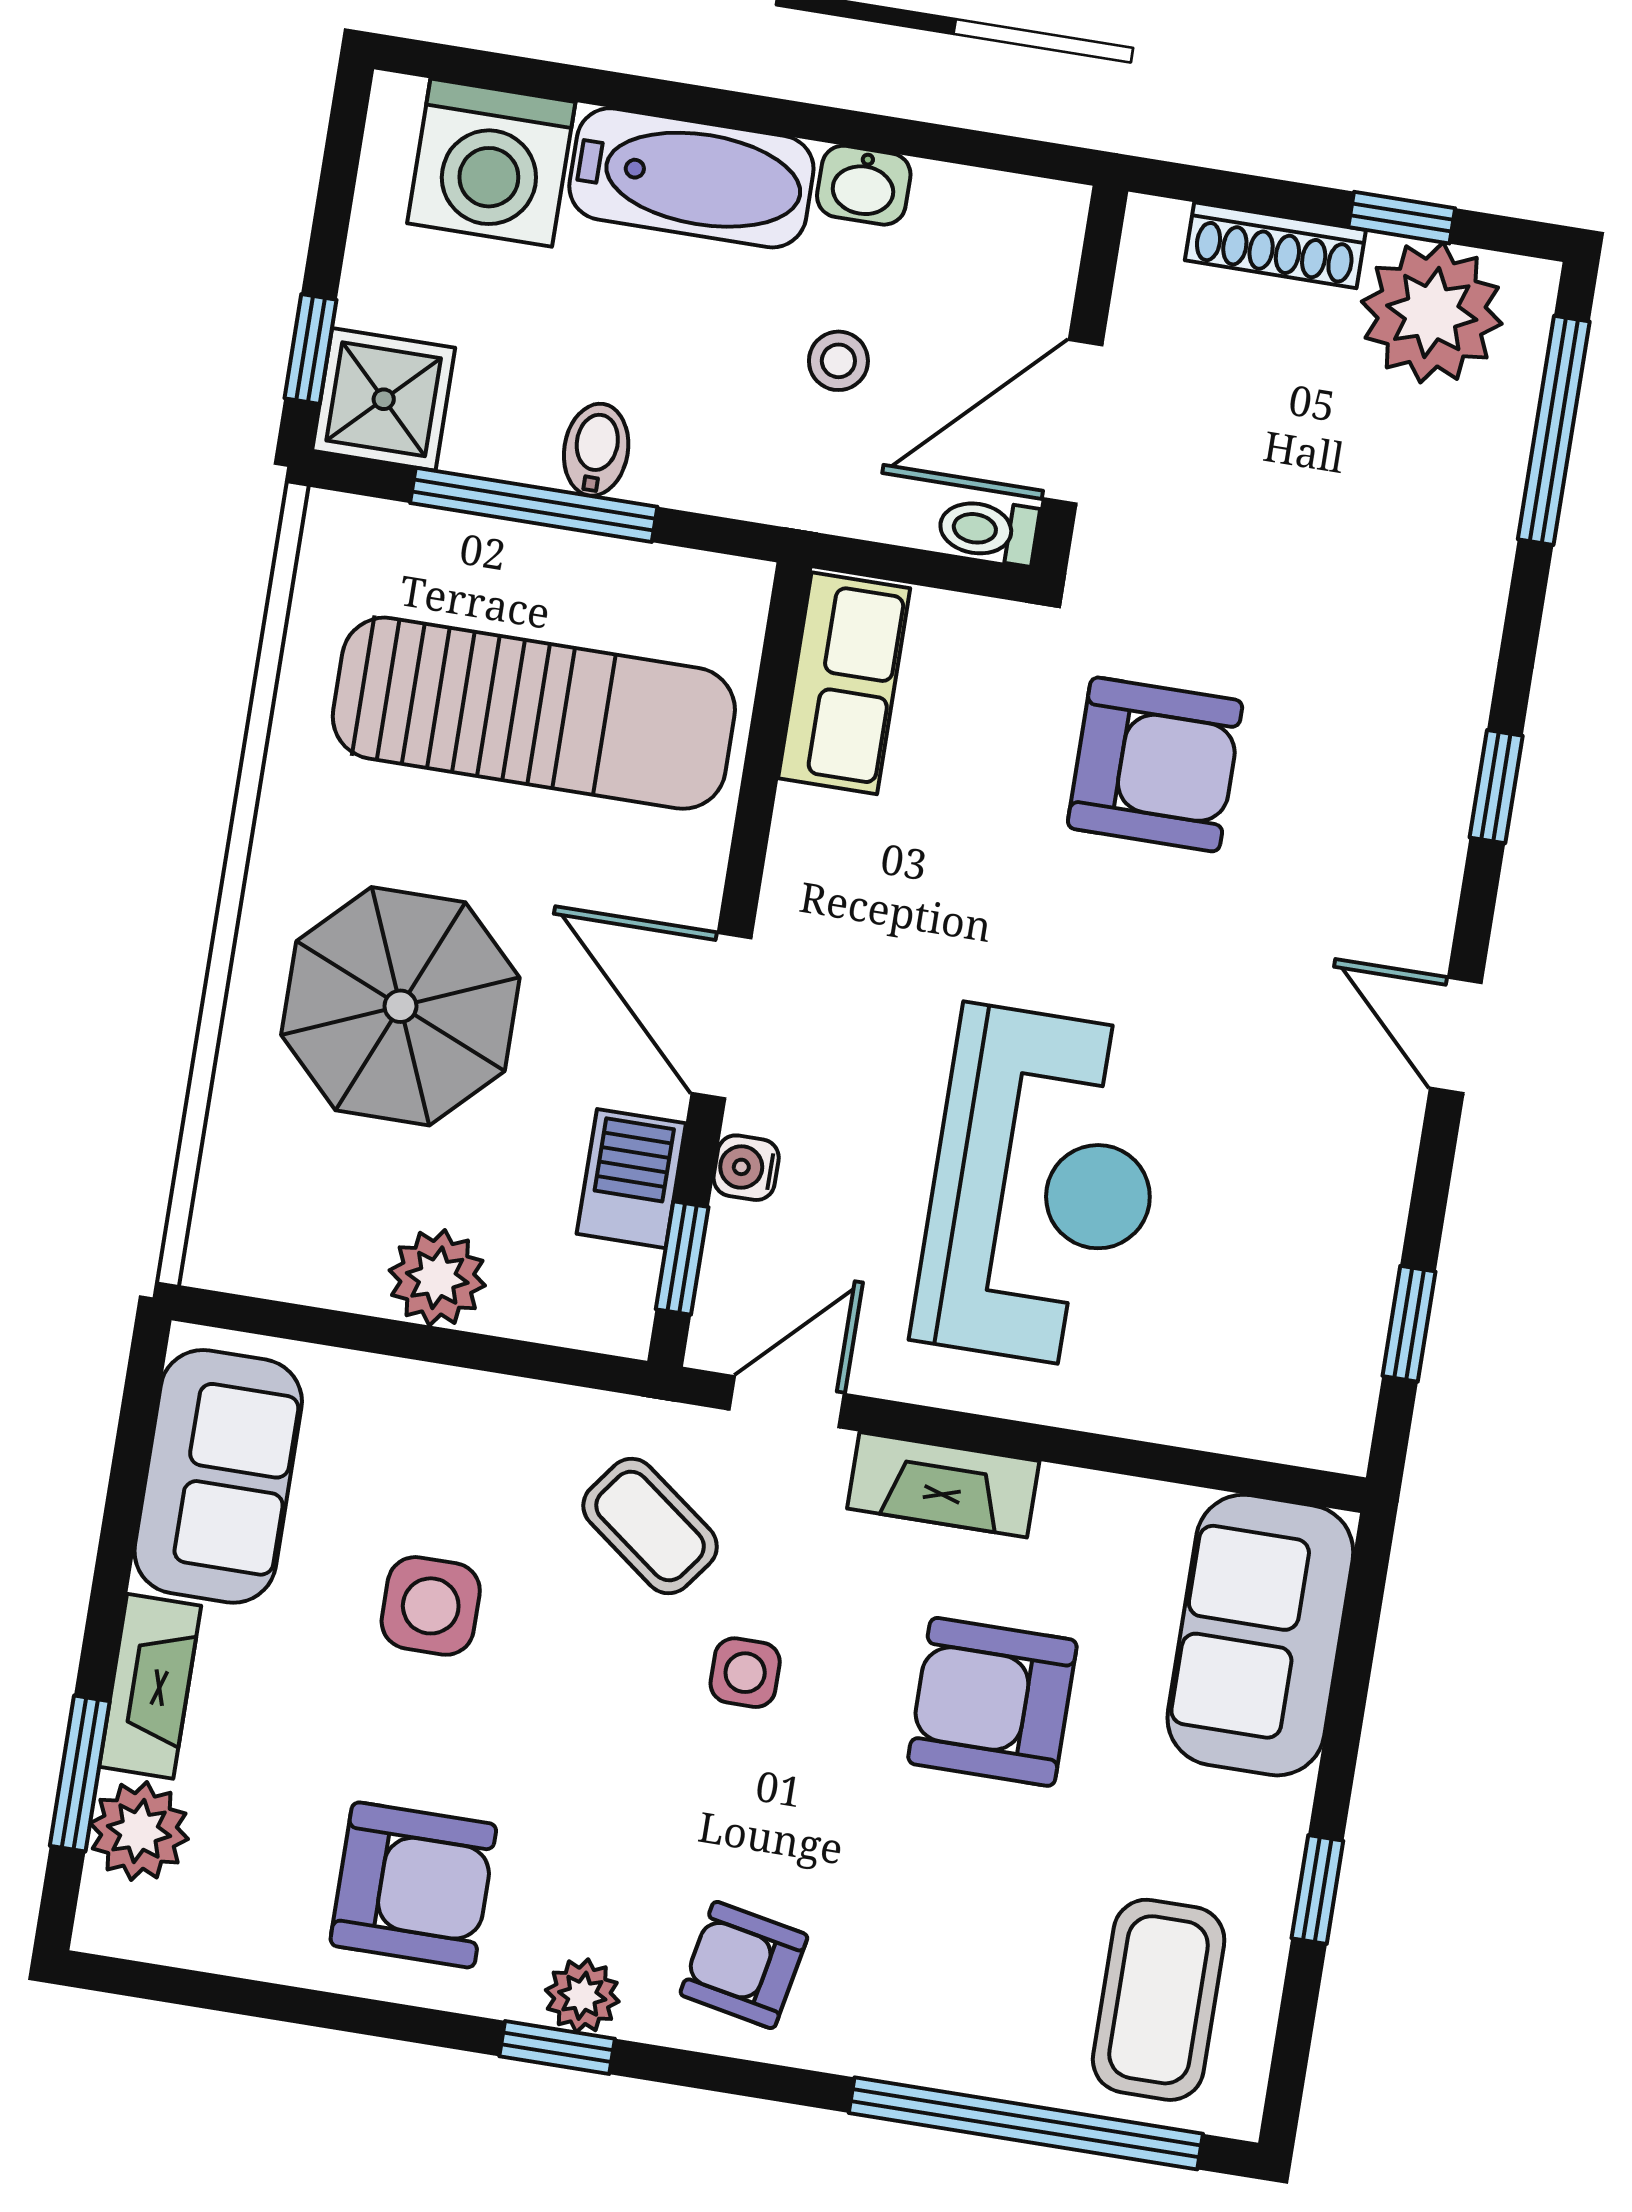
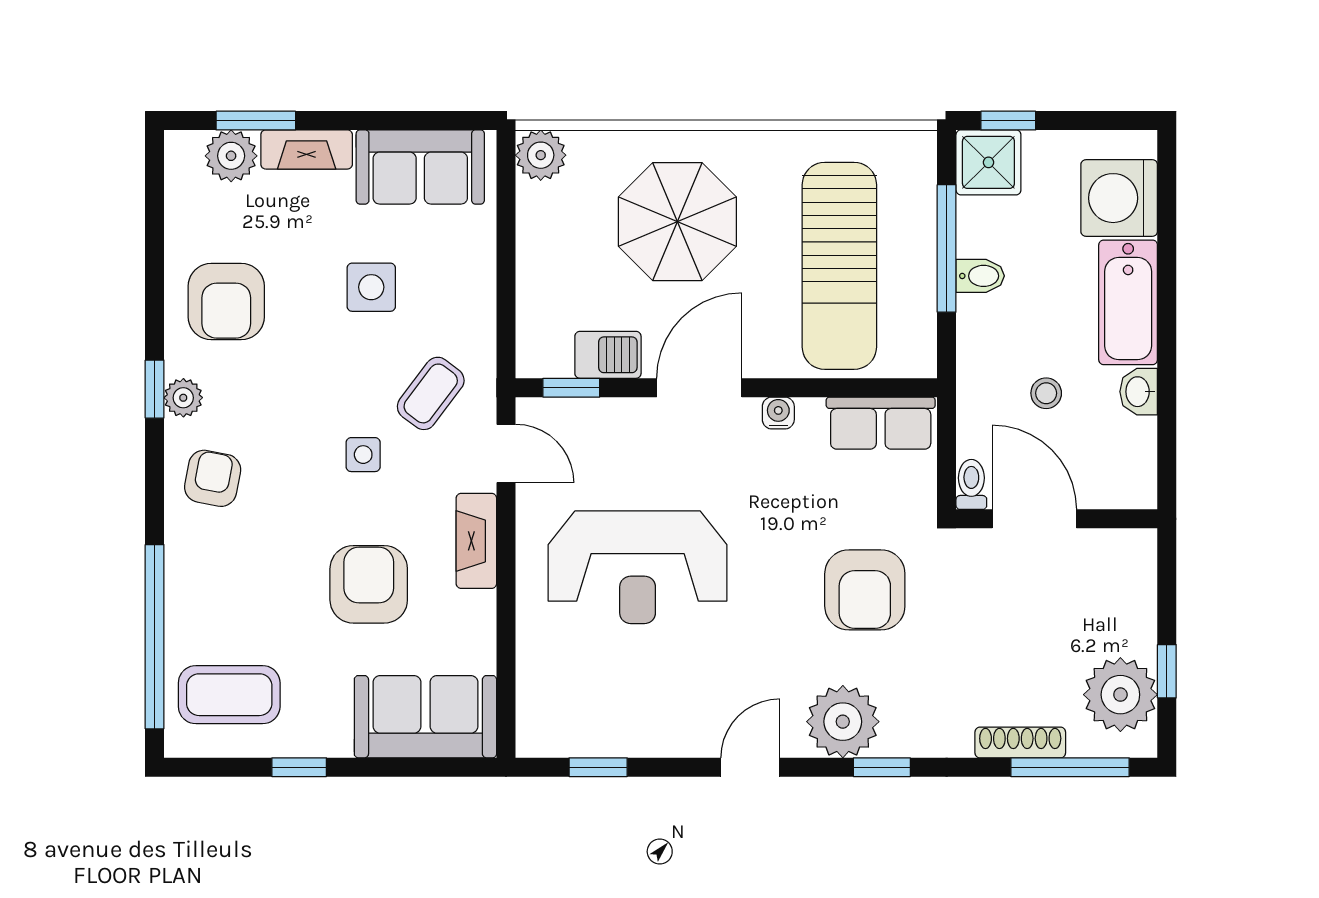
shoe rack: (1275, 245) -> (1020, 742), moved, turned 90
plant: (1398, 847) -> (843, 722), added
water cooler: (746, 1168) -> (778, 413), moved
plant: (437, 1278) -> (541, 155), moved

